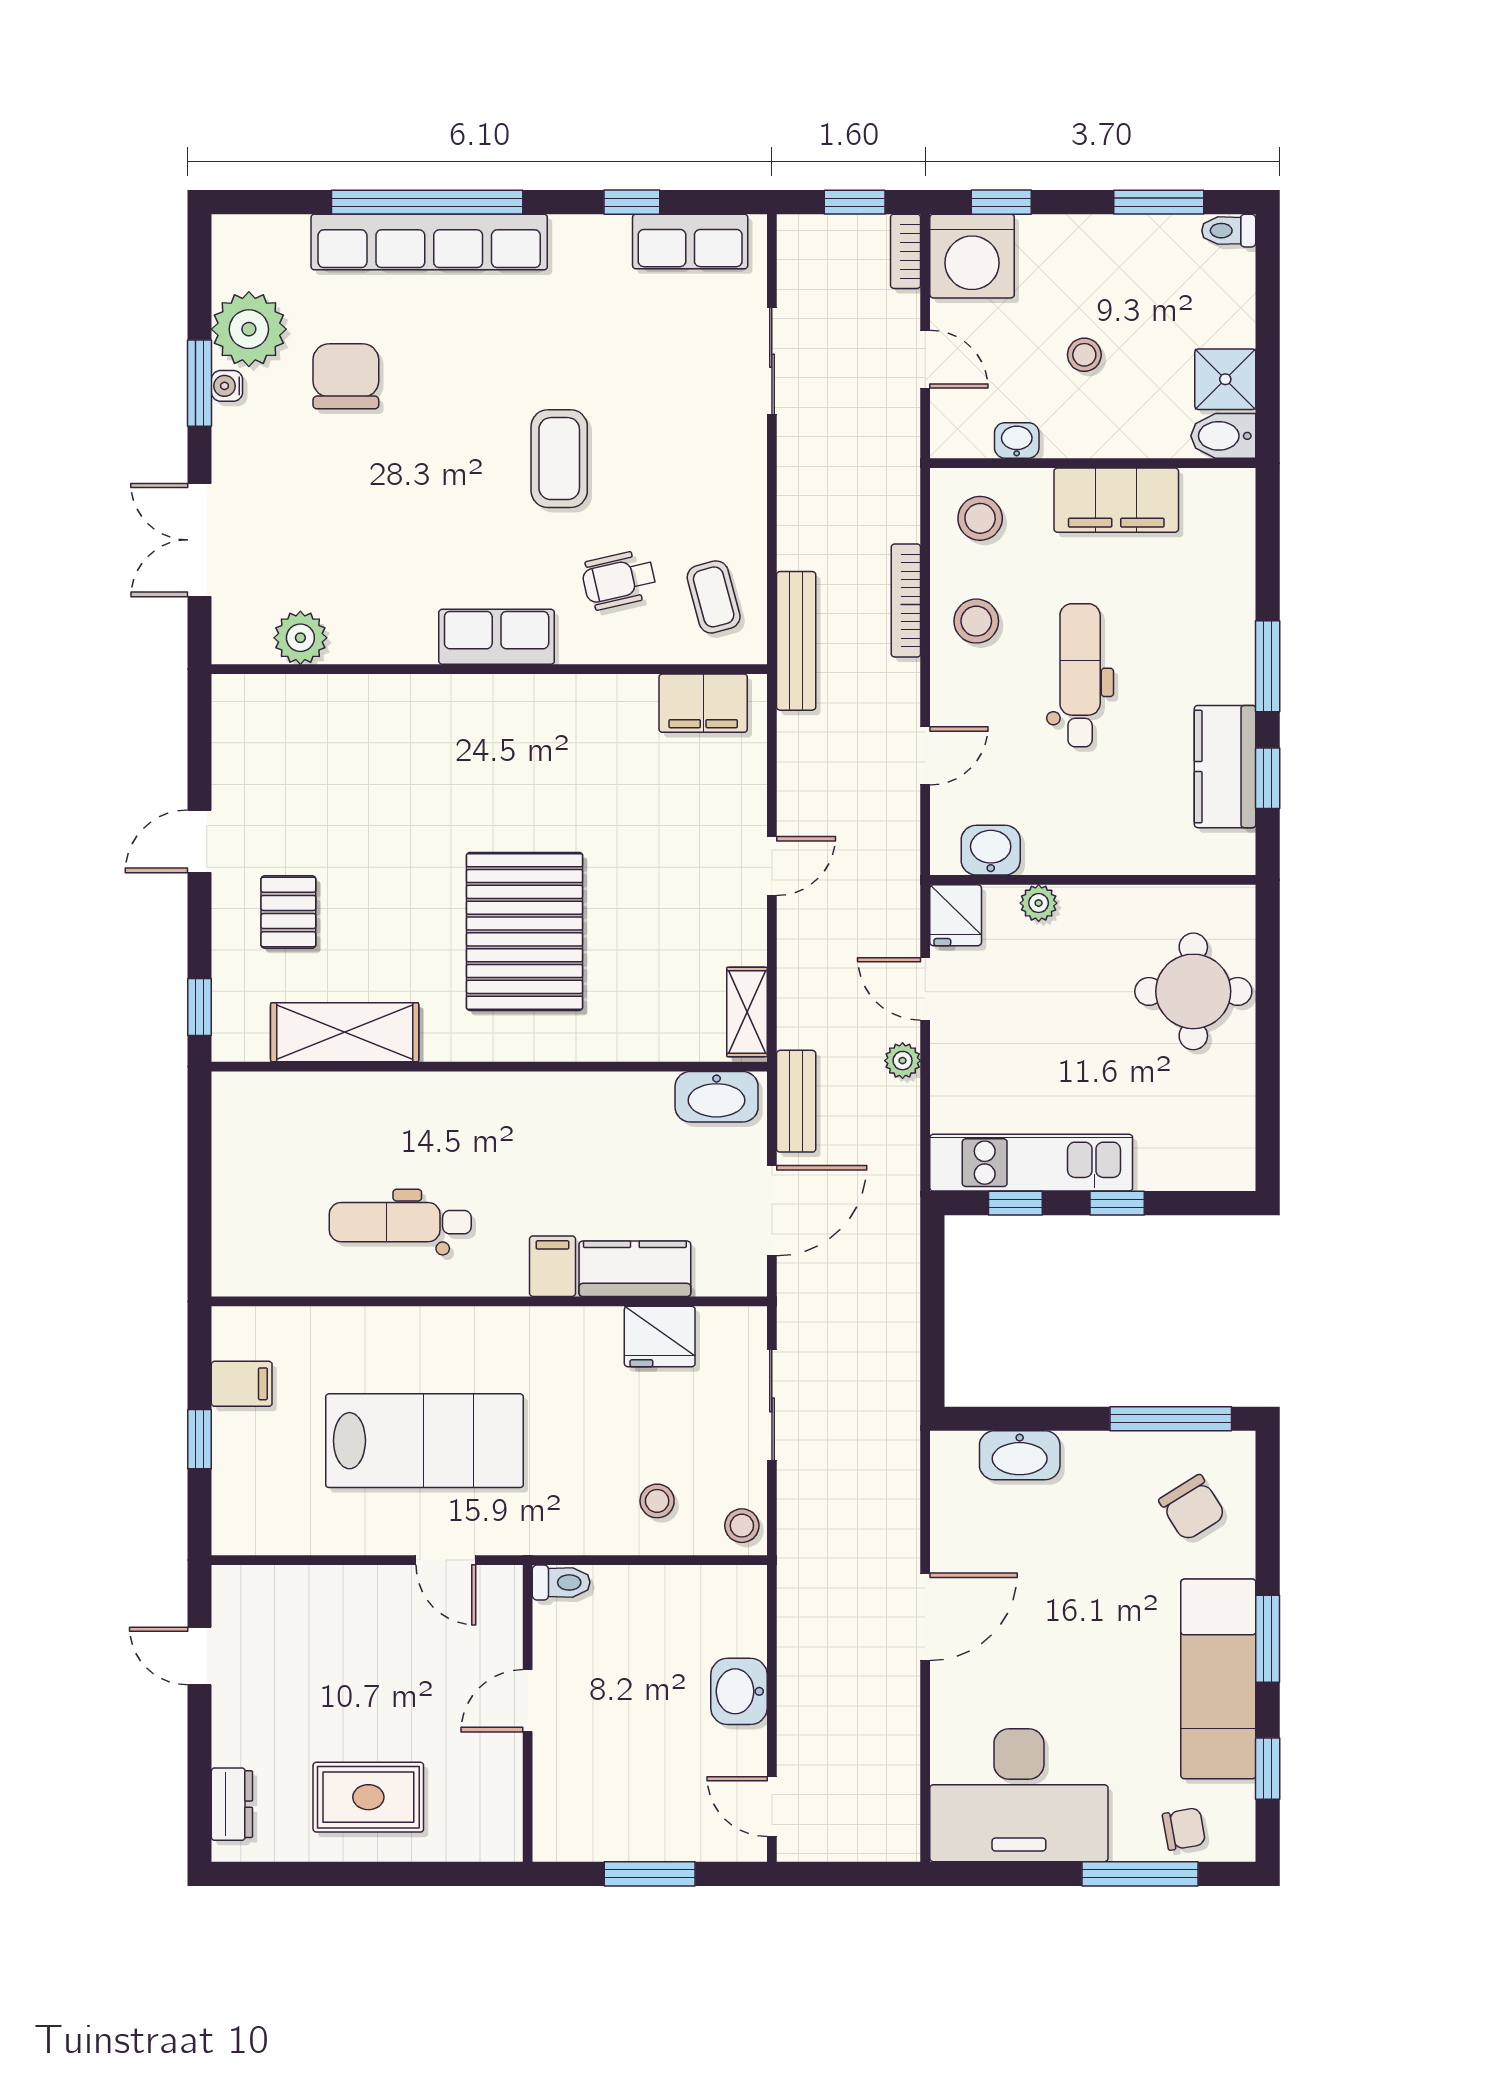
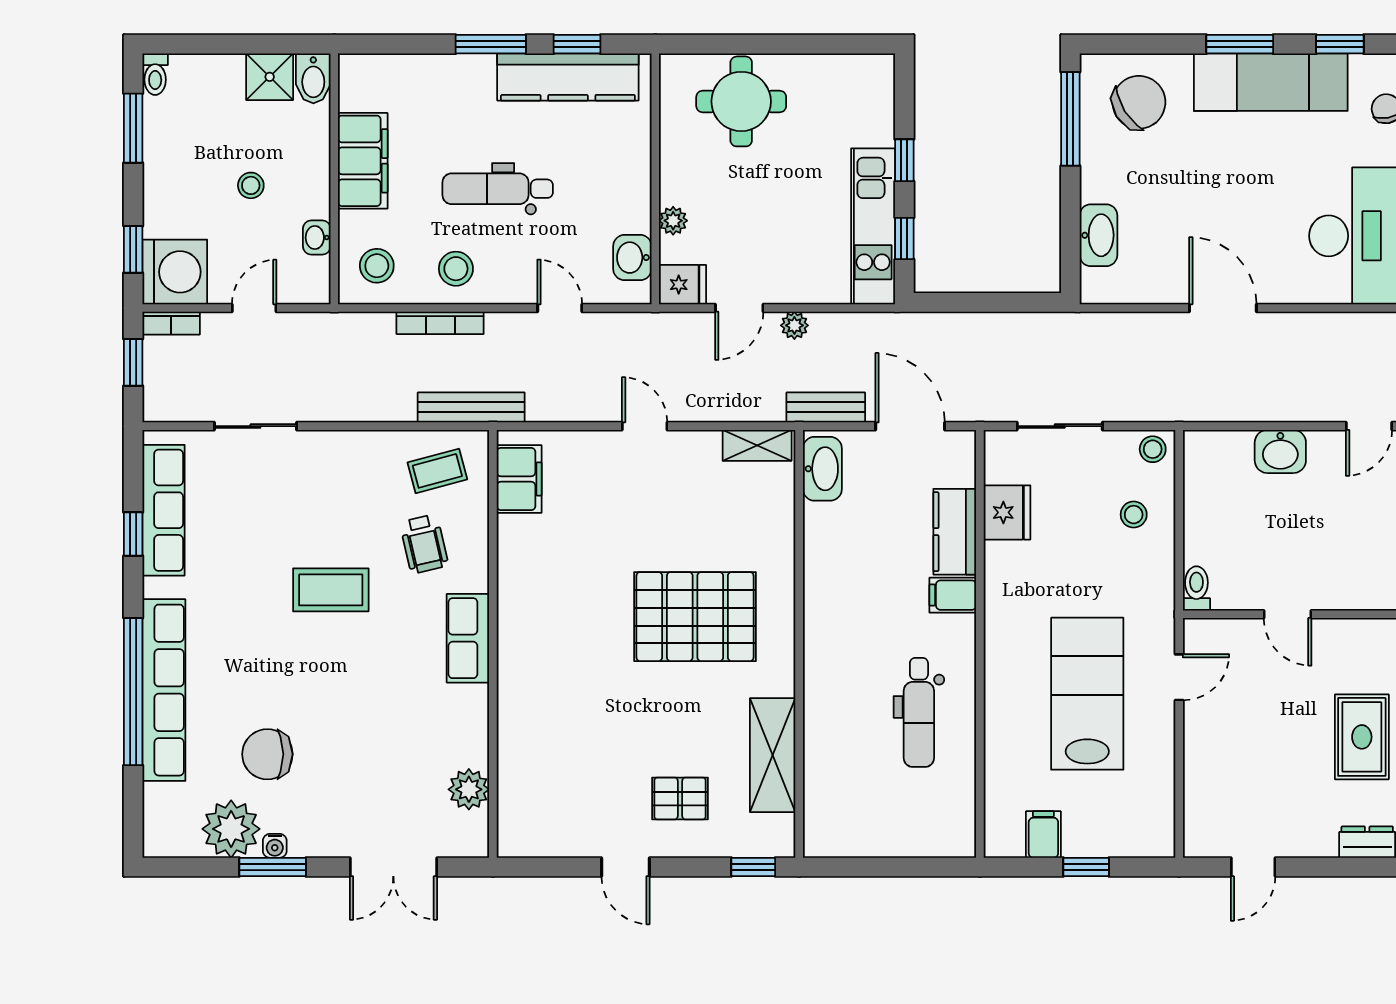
row of seats: (690, 241) -> (164, 510), width x1.48
kitchen counter: (1225, 767) -> (568, 77), width x1.50
chair: (1192, 1508) -> (1139, 102), width x1.37, depth x1.37

